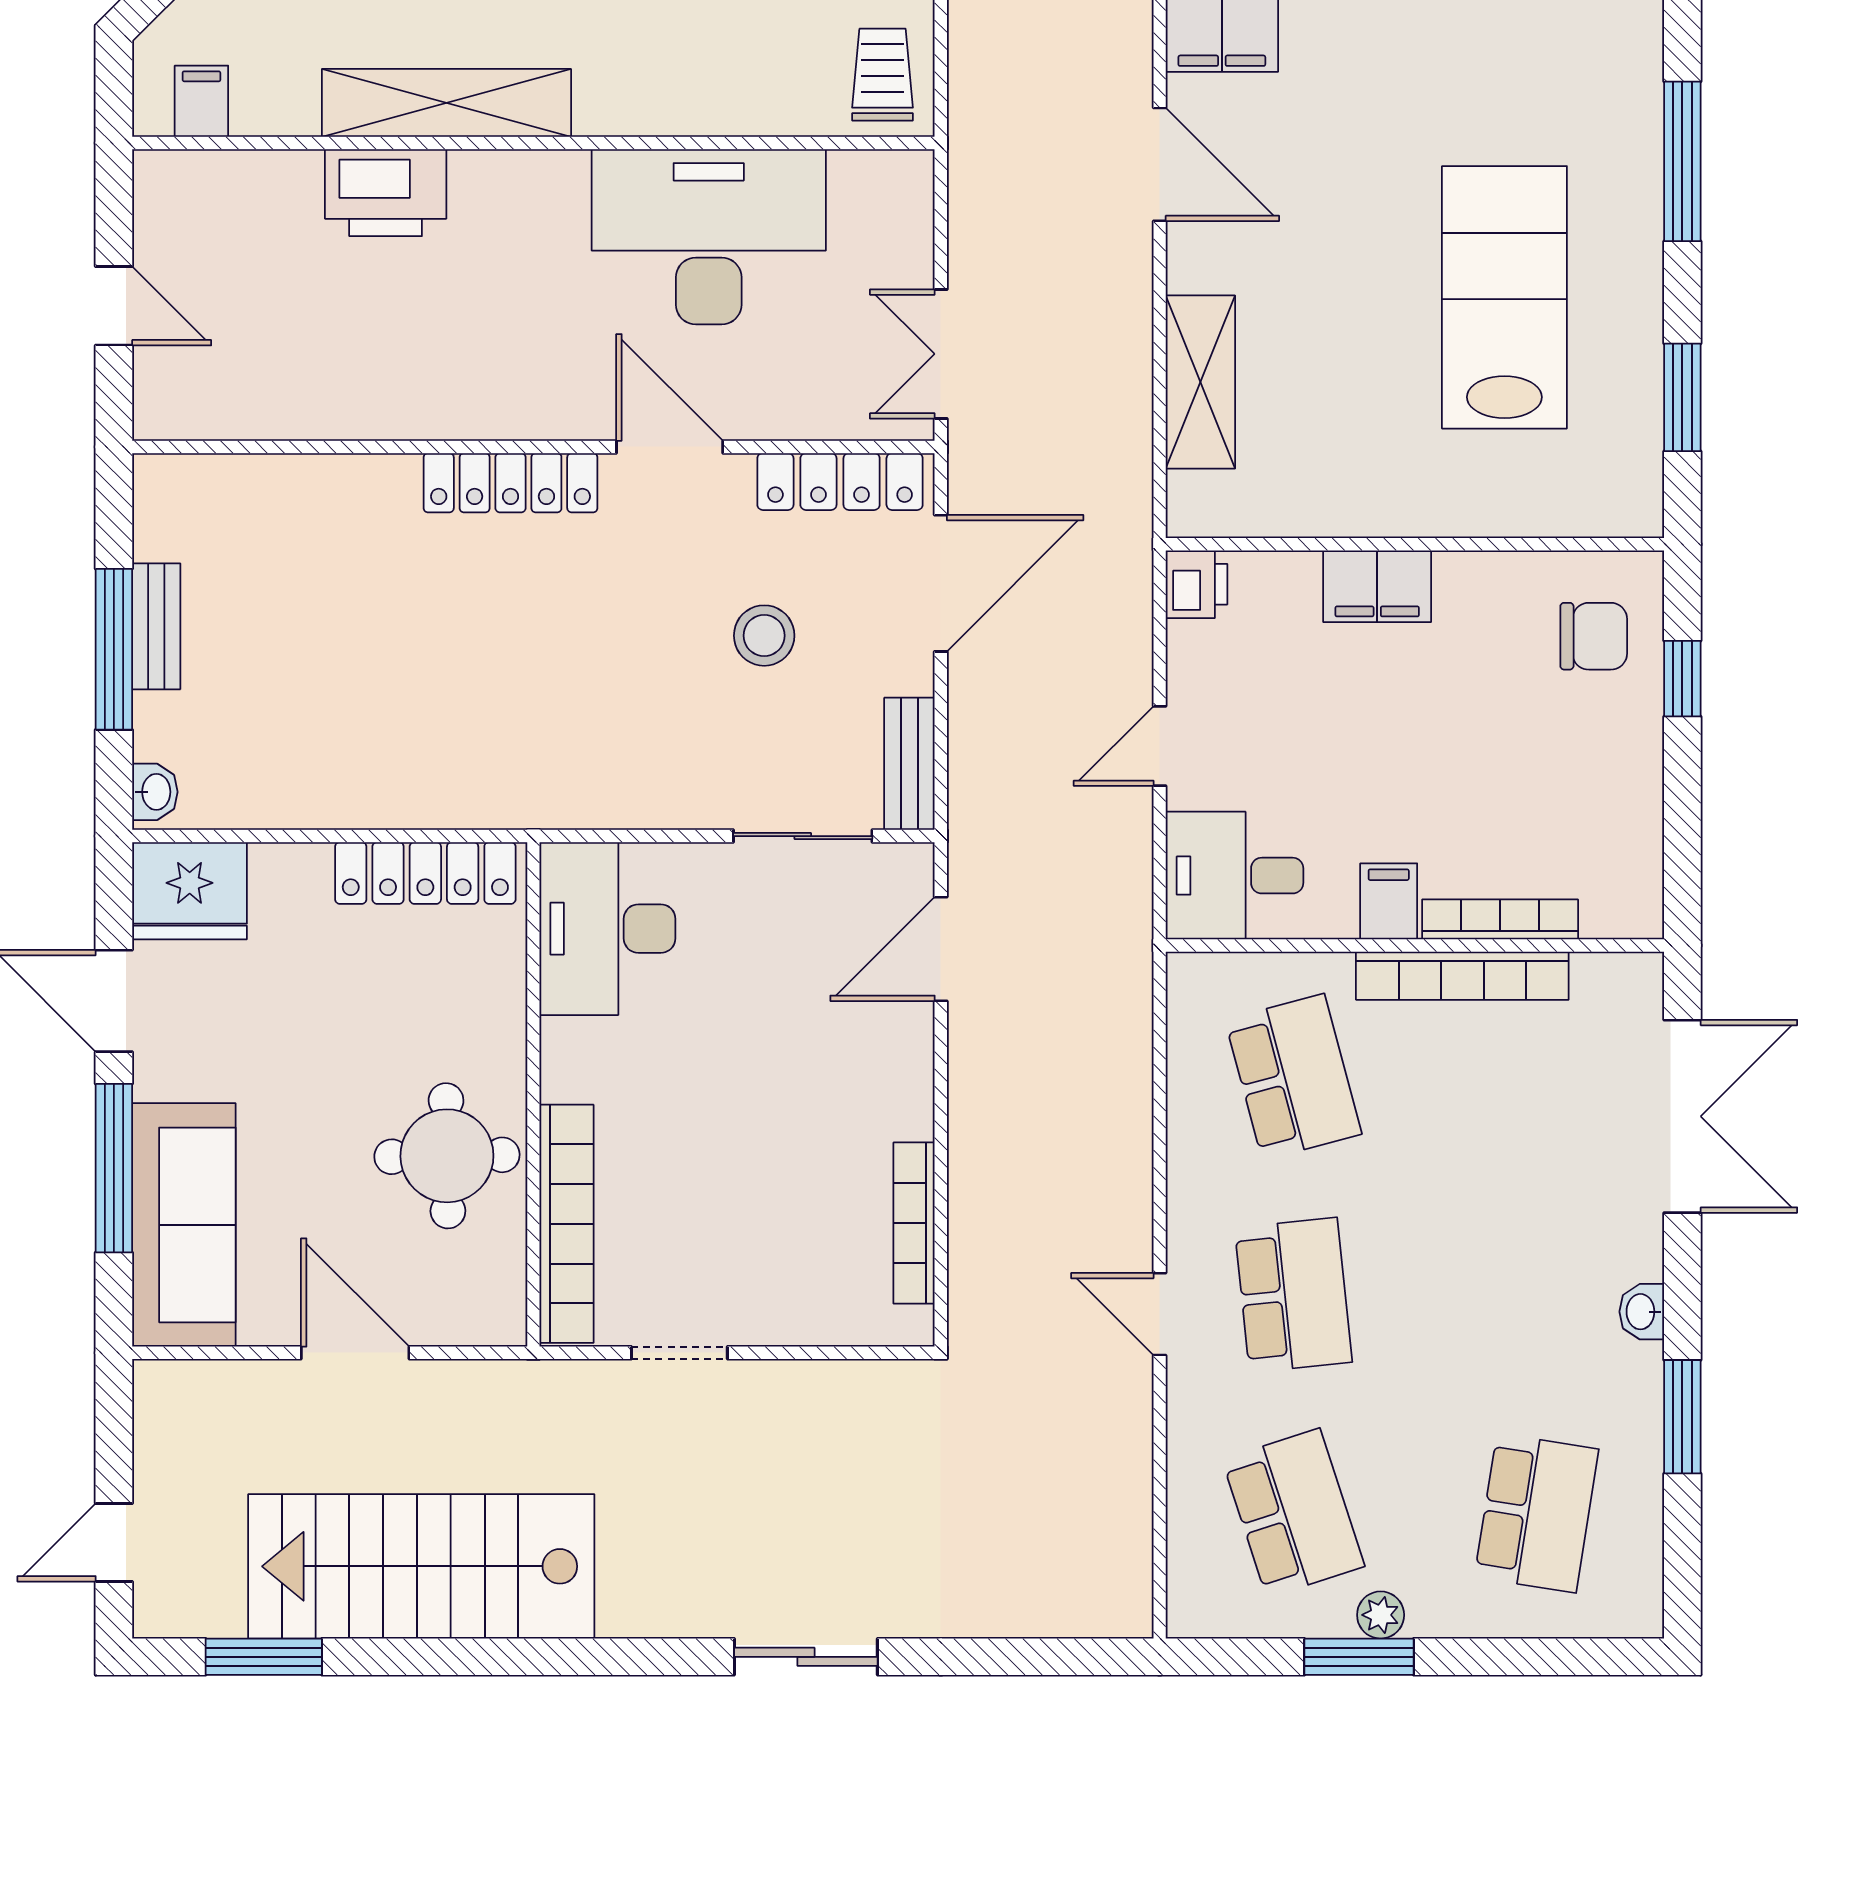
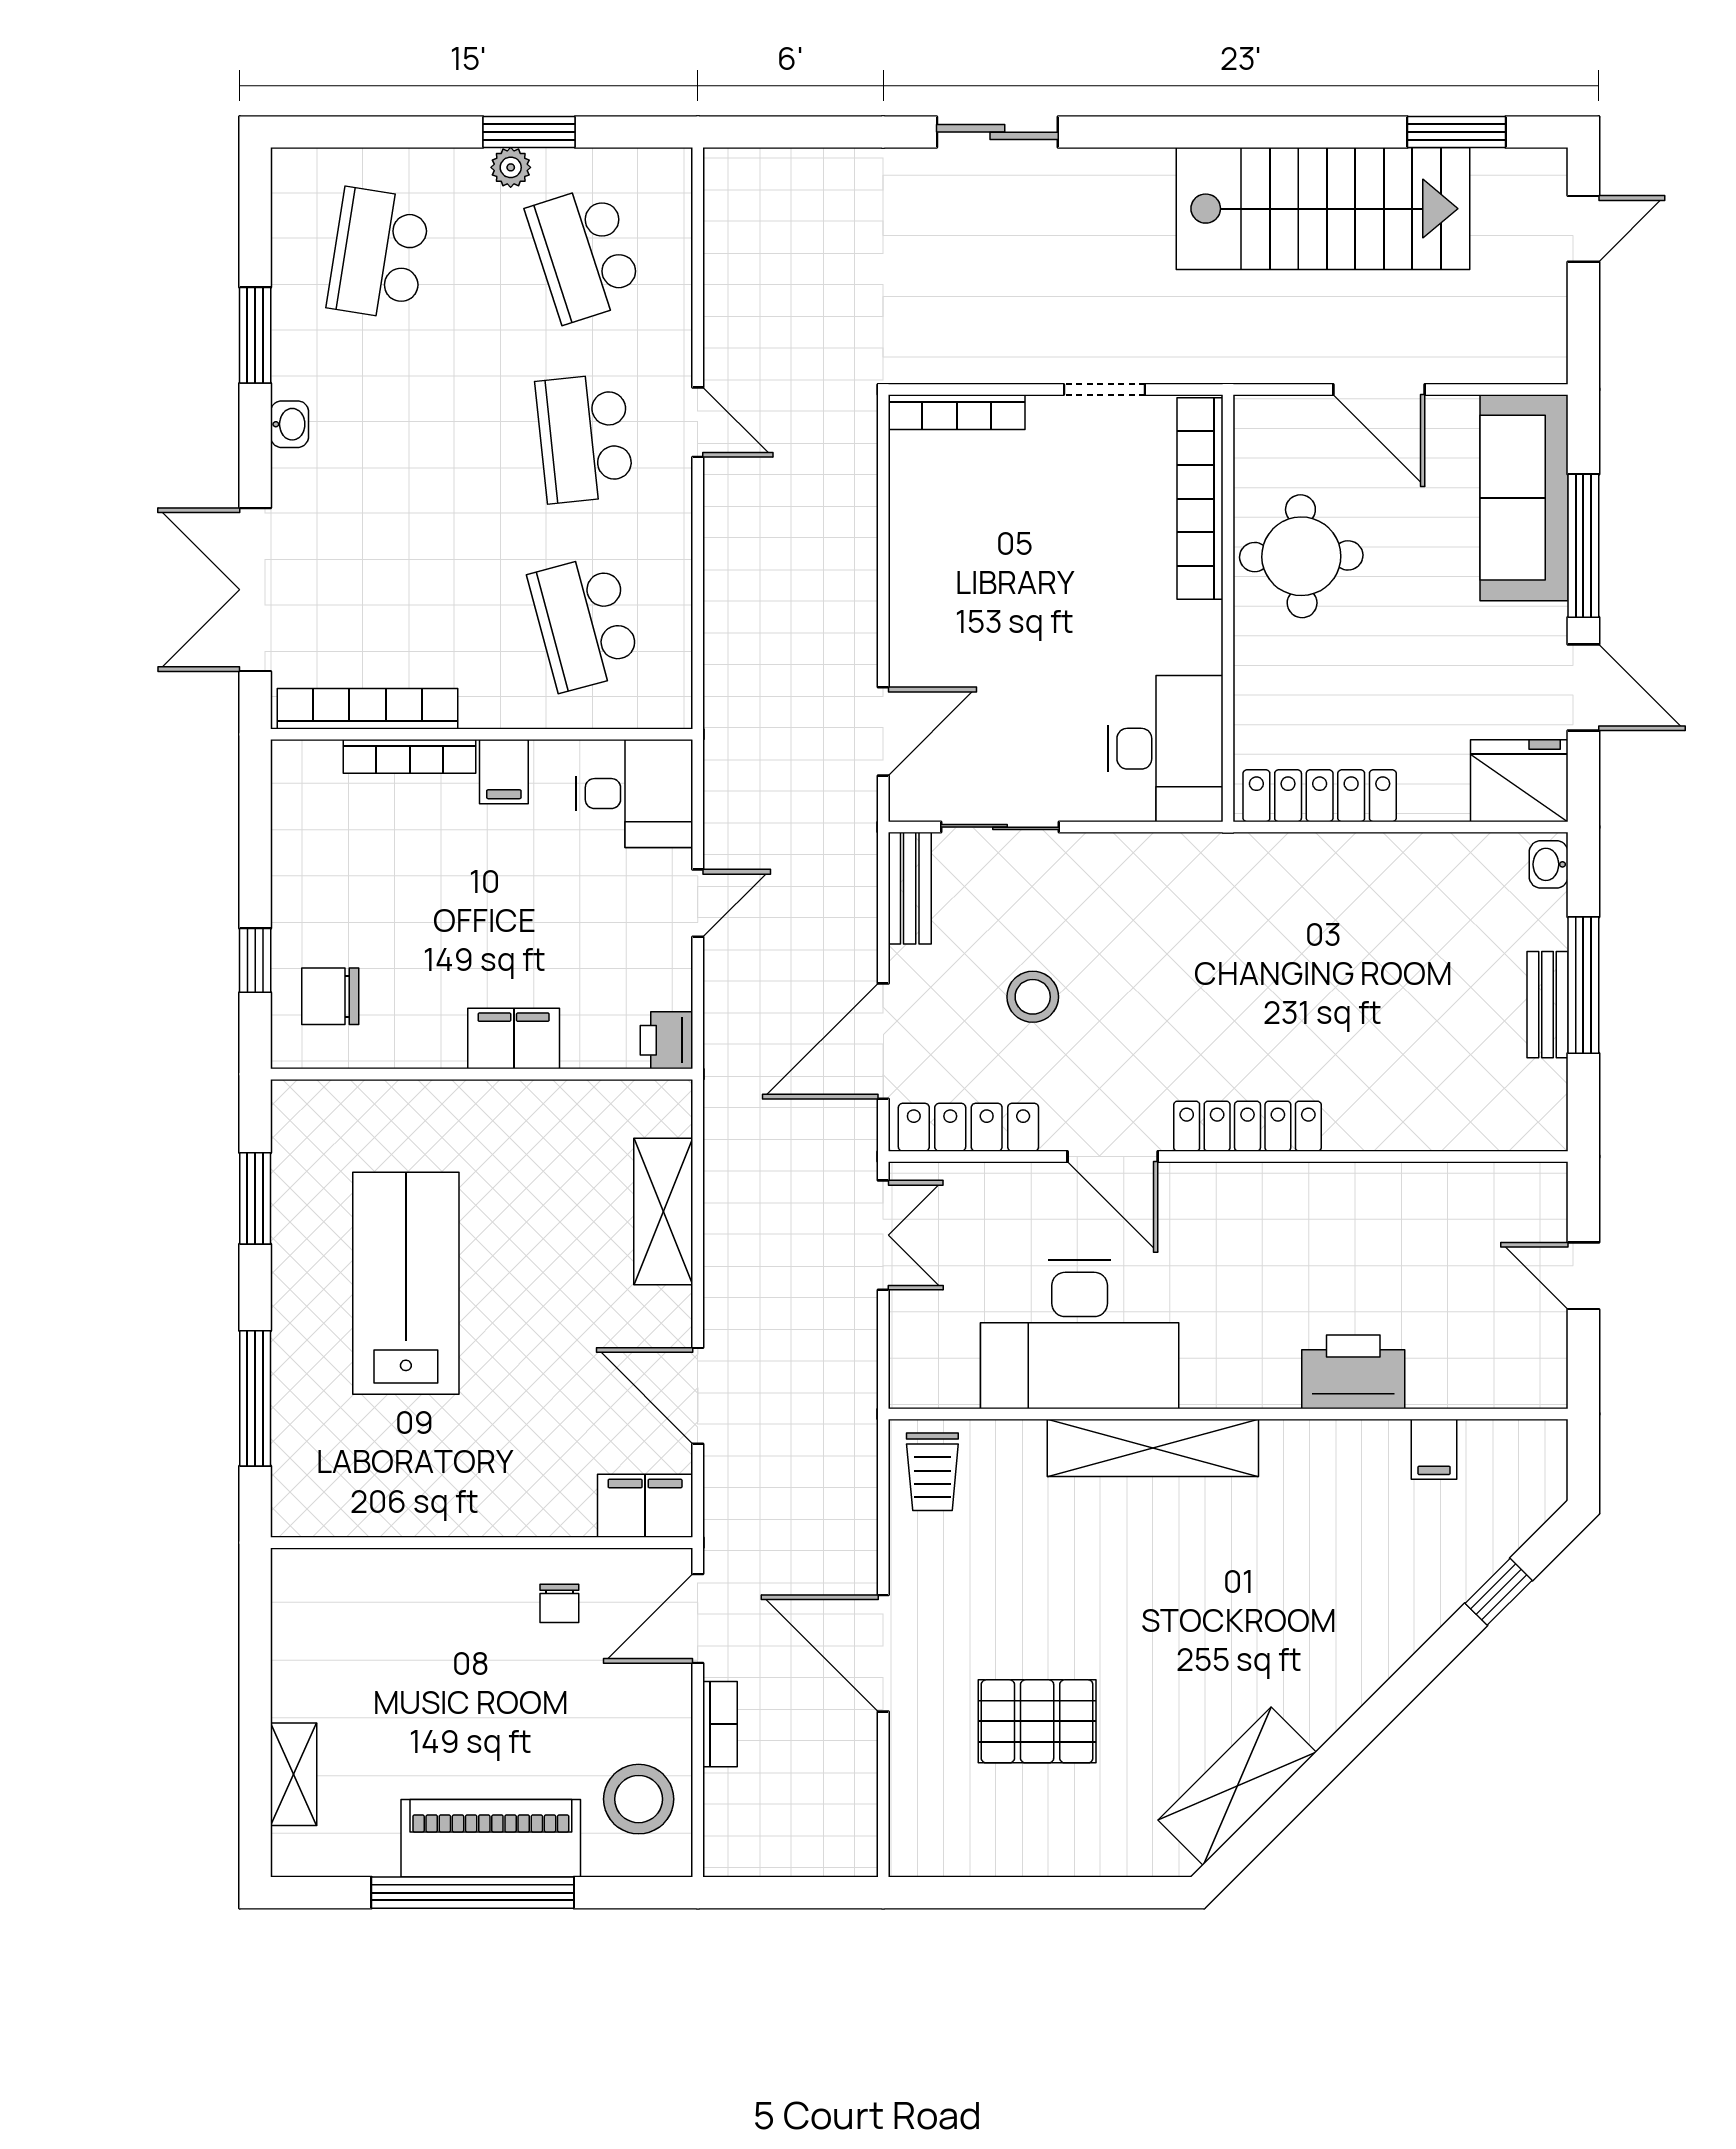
filing cabinet: (201, 101) -> (1434, 1449), moved
shelving: (446, 103) -> (1153, 1448), moved
lab bench: (1504, 297) -> (406, 1283), turned 180
bookcase: (1462, 976) -> (367, 709), moved
bookcase: (914, 1223) -> (957, 412), moved, turned 90

